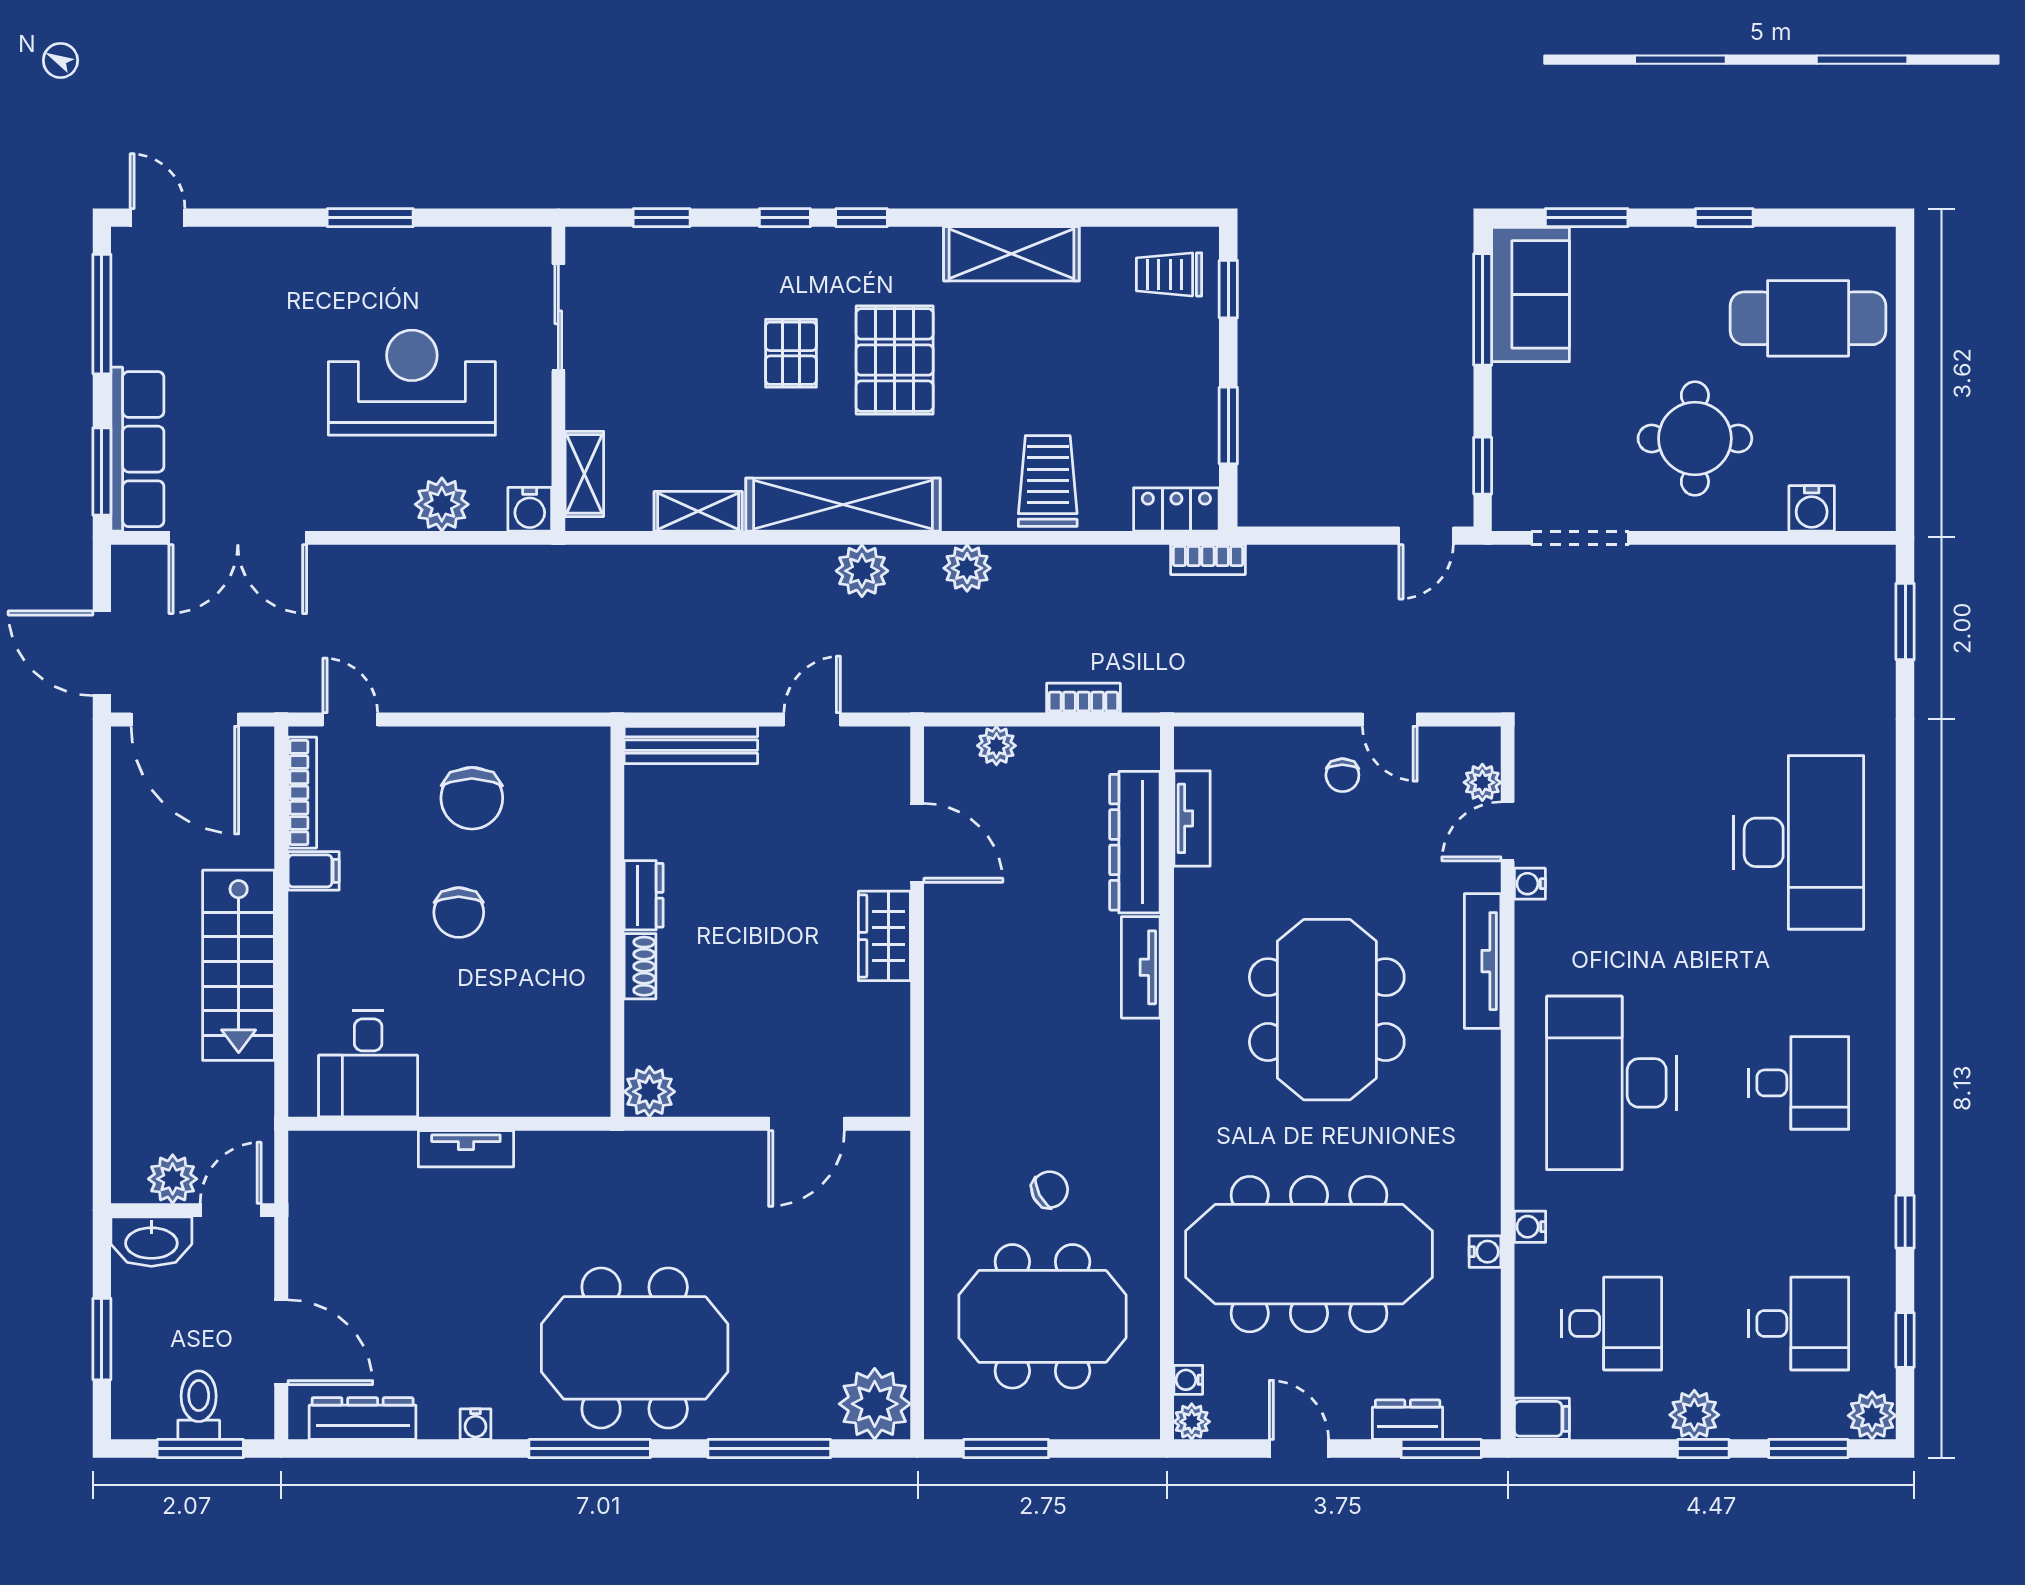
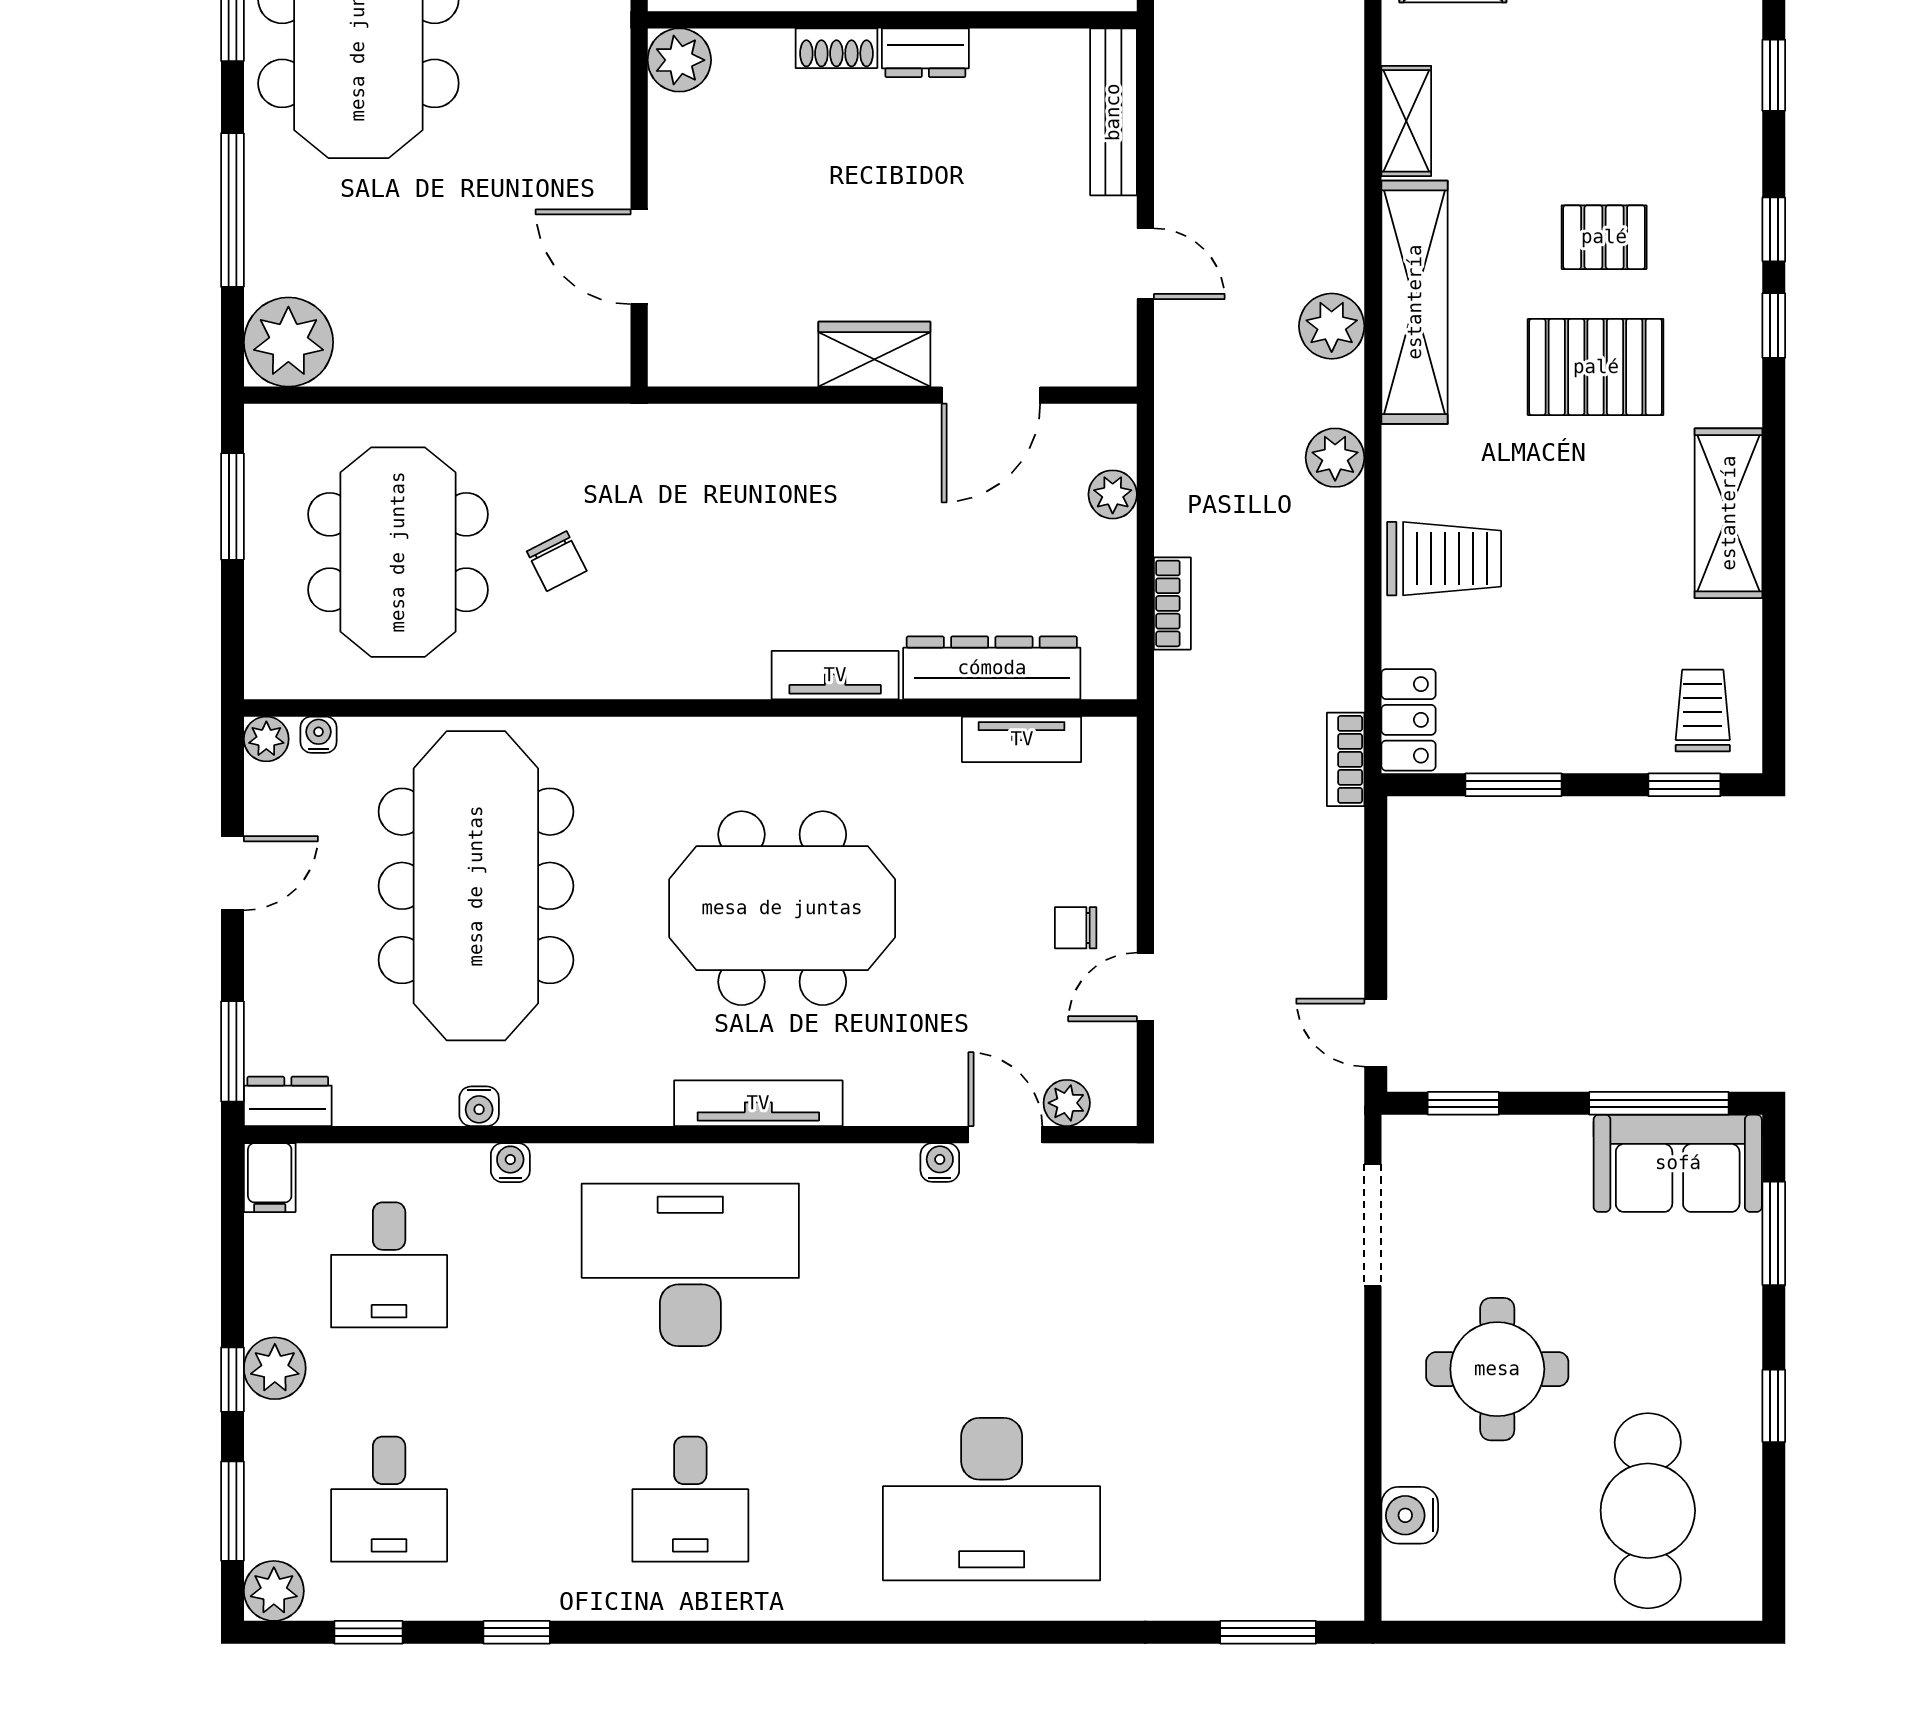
tv unit: (1483, 961) -> (758, 1103), moved
dresser: (1408, 1420) -> (288, 1101), moved, turned -90

